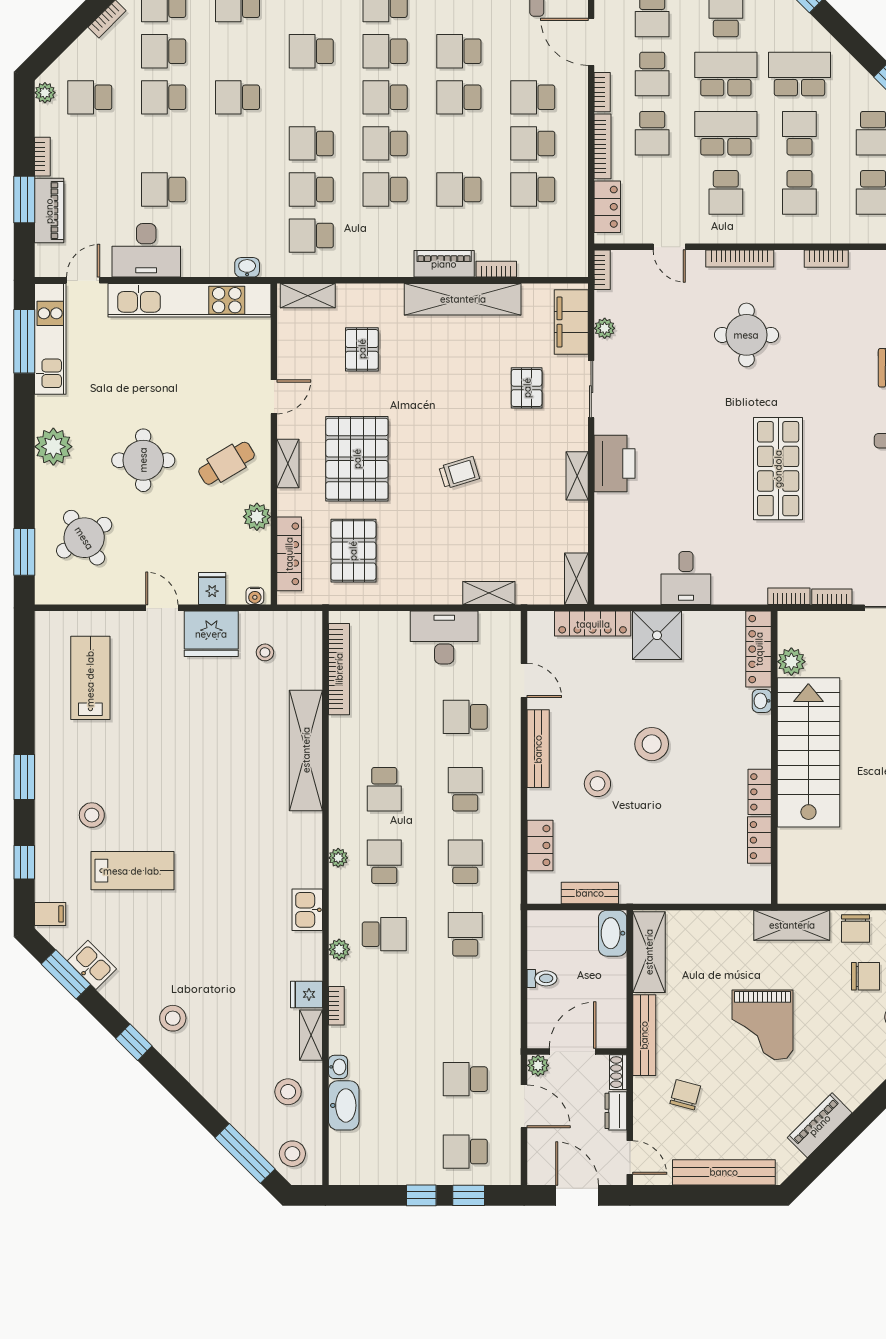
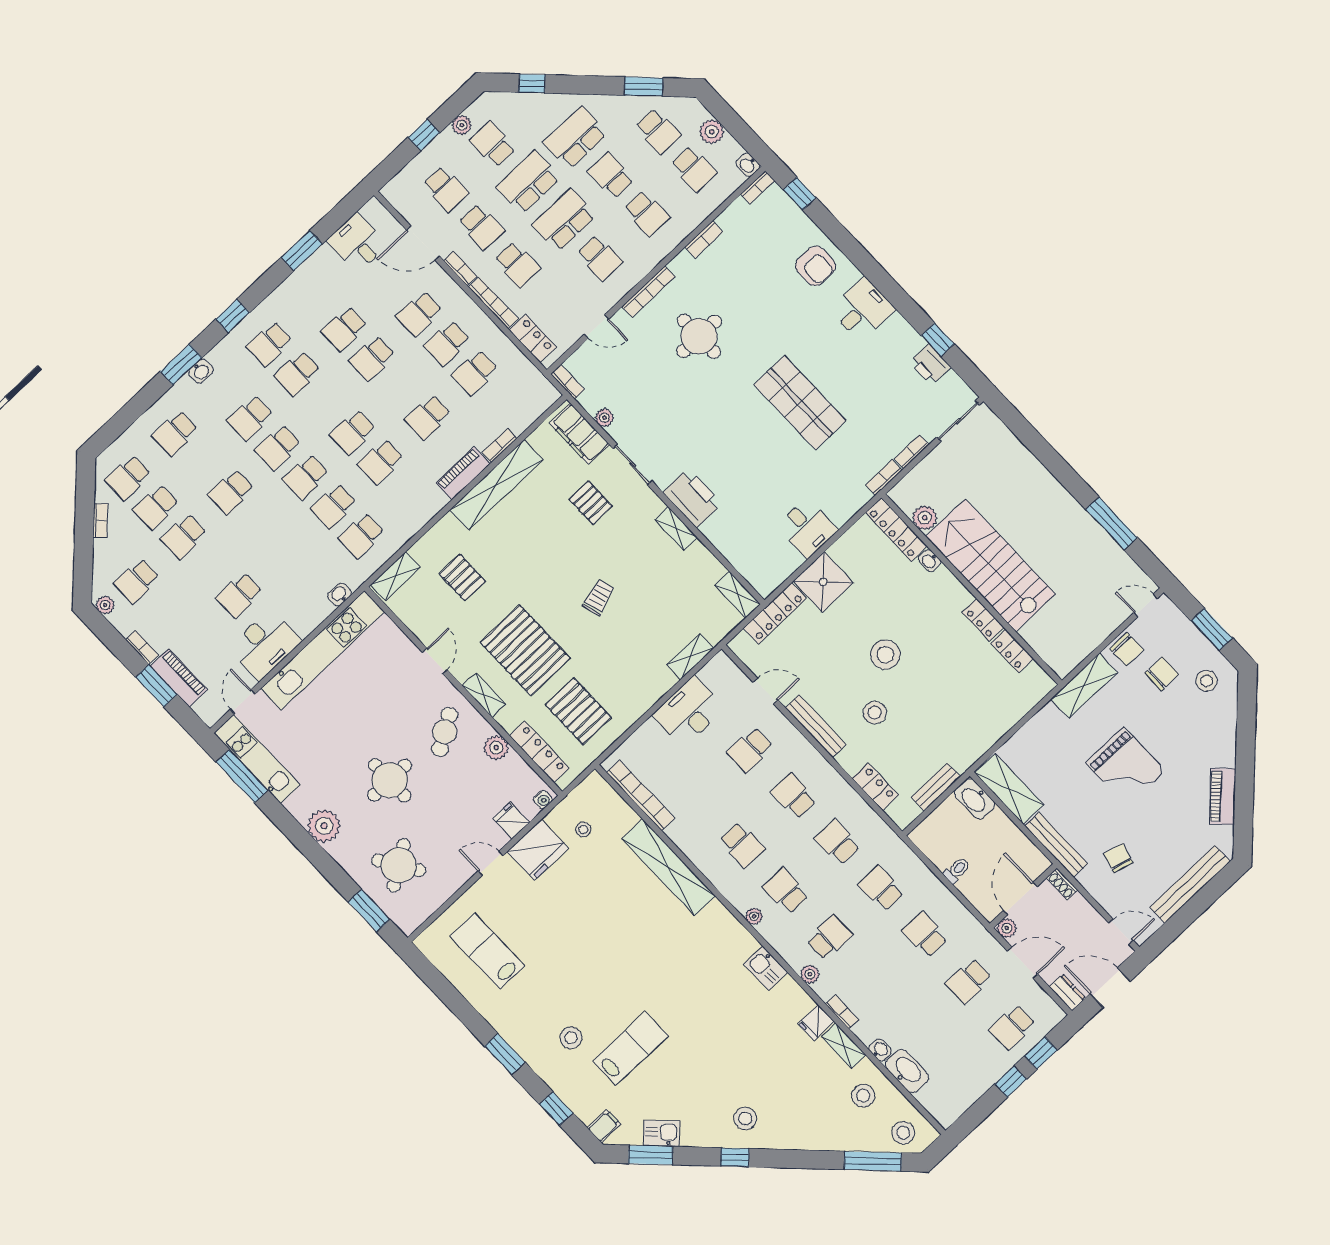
school desk: (385, 97) -> (278, 447), moved
school desk: (465, 1007) -> (925, 935), added
dresser: (616, 1111) -> (1067, 992), moved, turned 180

